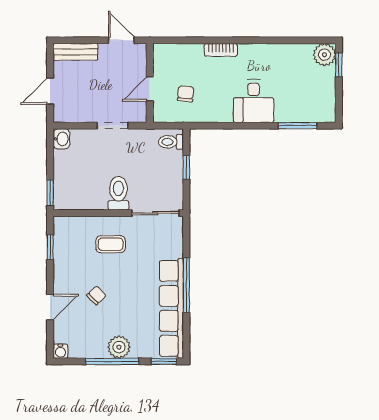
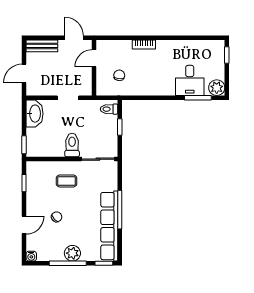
plant: (324, 55) -> (217, 88), moved
door: (150, 89) -> (94, 58), moved
desk: (254, 101) -> (190, 80), moved
washbasin: (61, 139) -> (35, 114), width x1.91, depth x1.45

